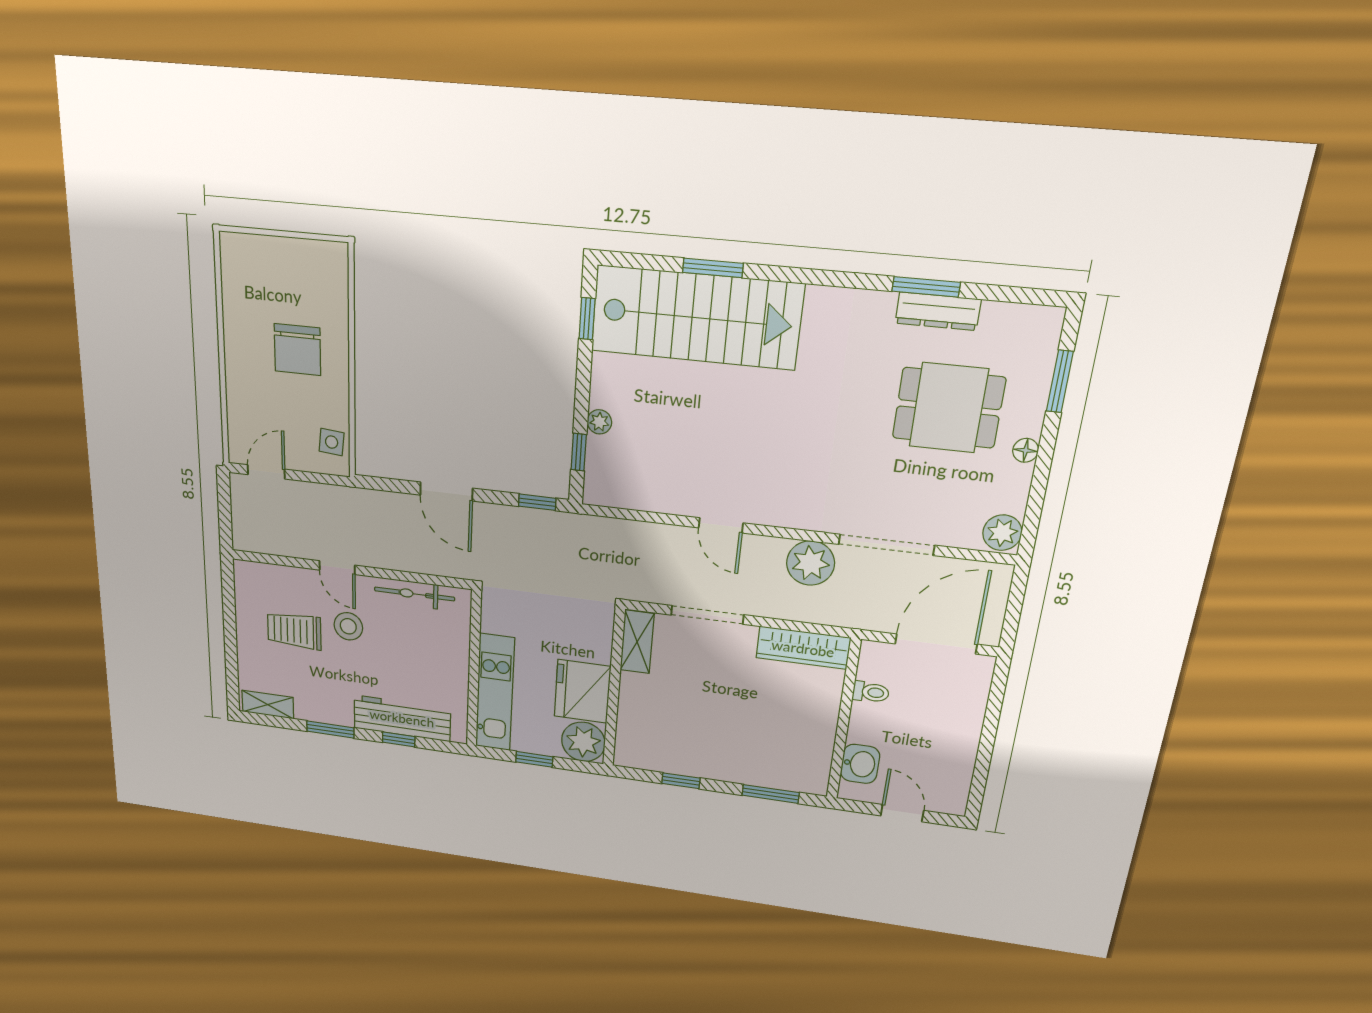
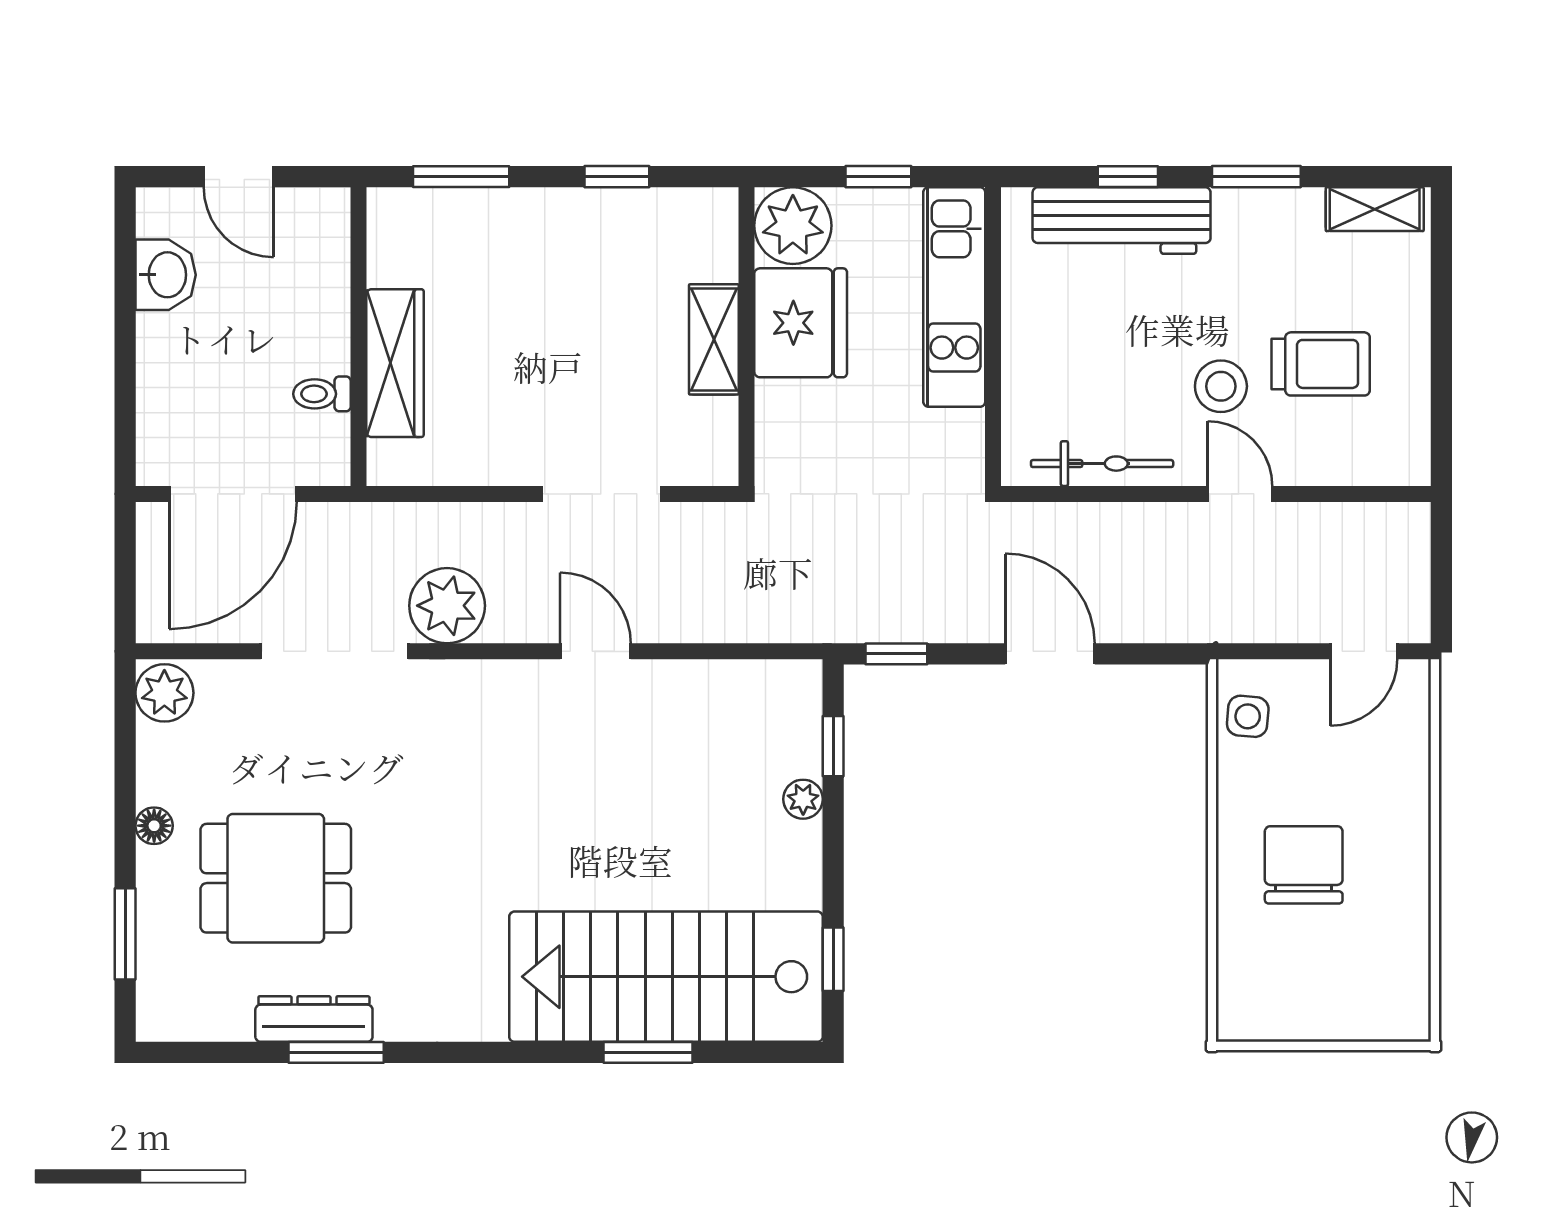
shelving: (637, 642) -> (714, 339), moved
wardrobe: (803, 648) -> (395, 363), moved, turned 90
washbasin: (860, 764) -> (166, 275), moved, turned 180

